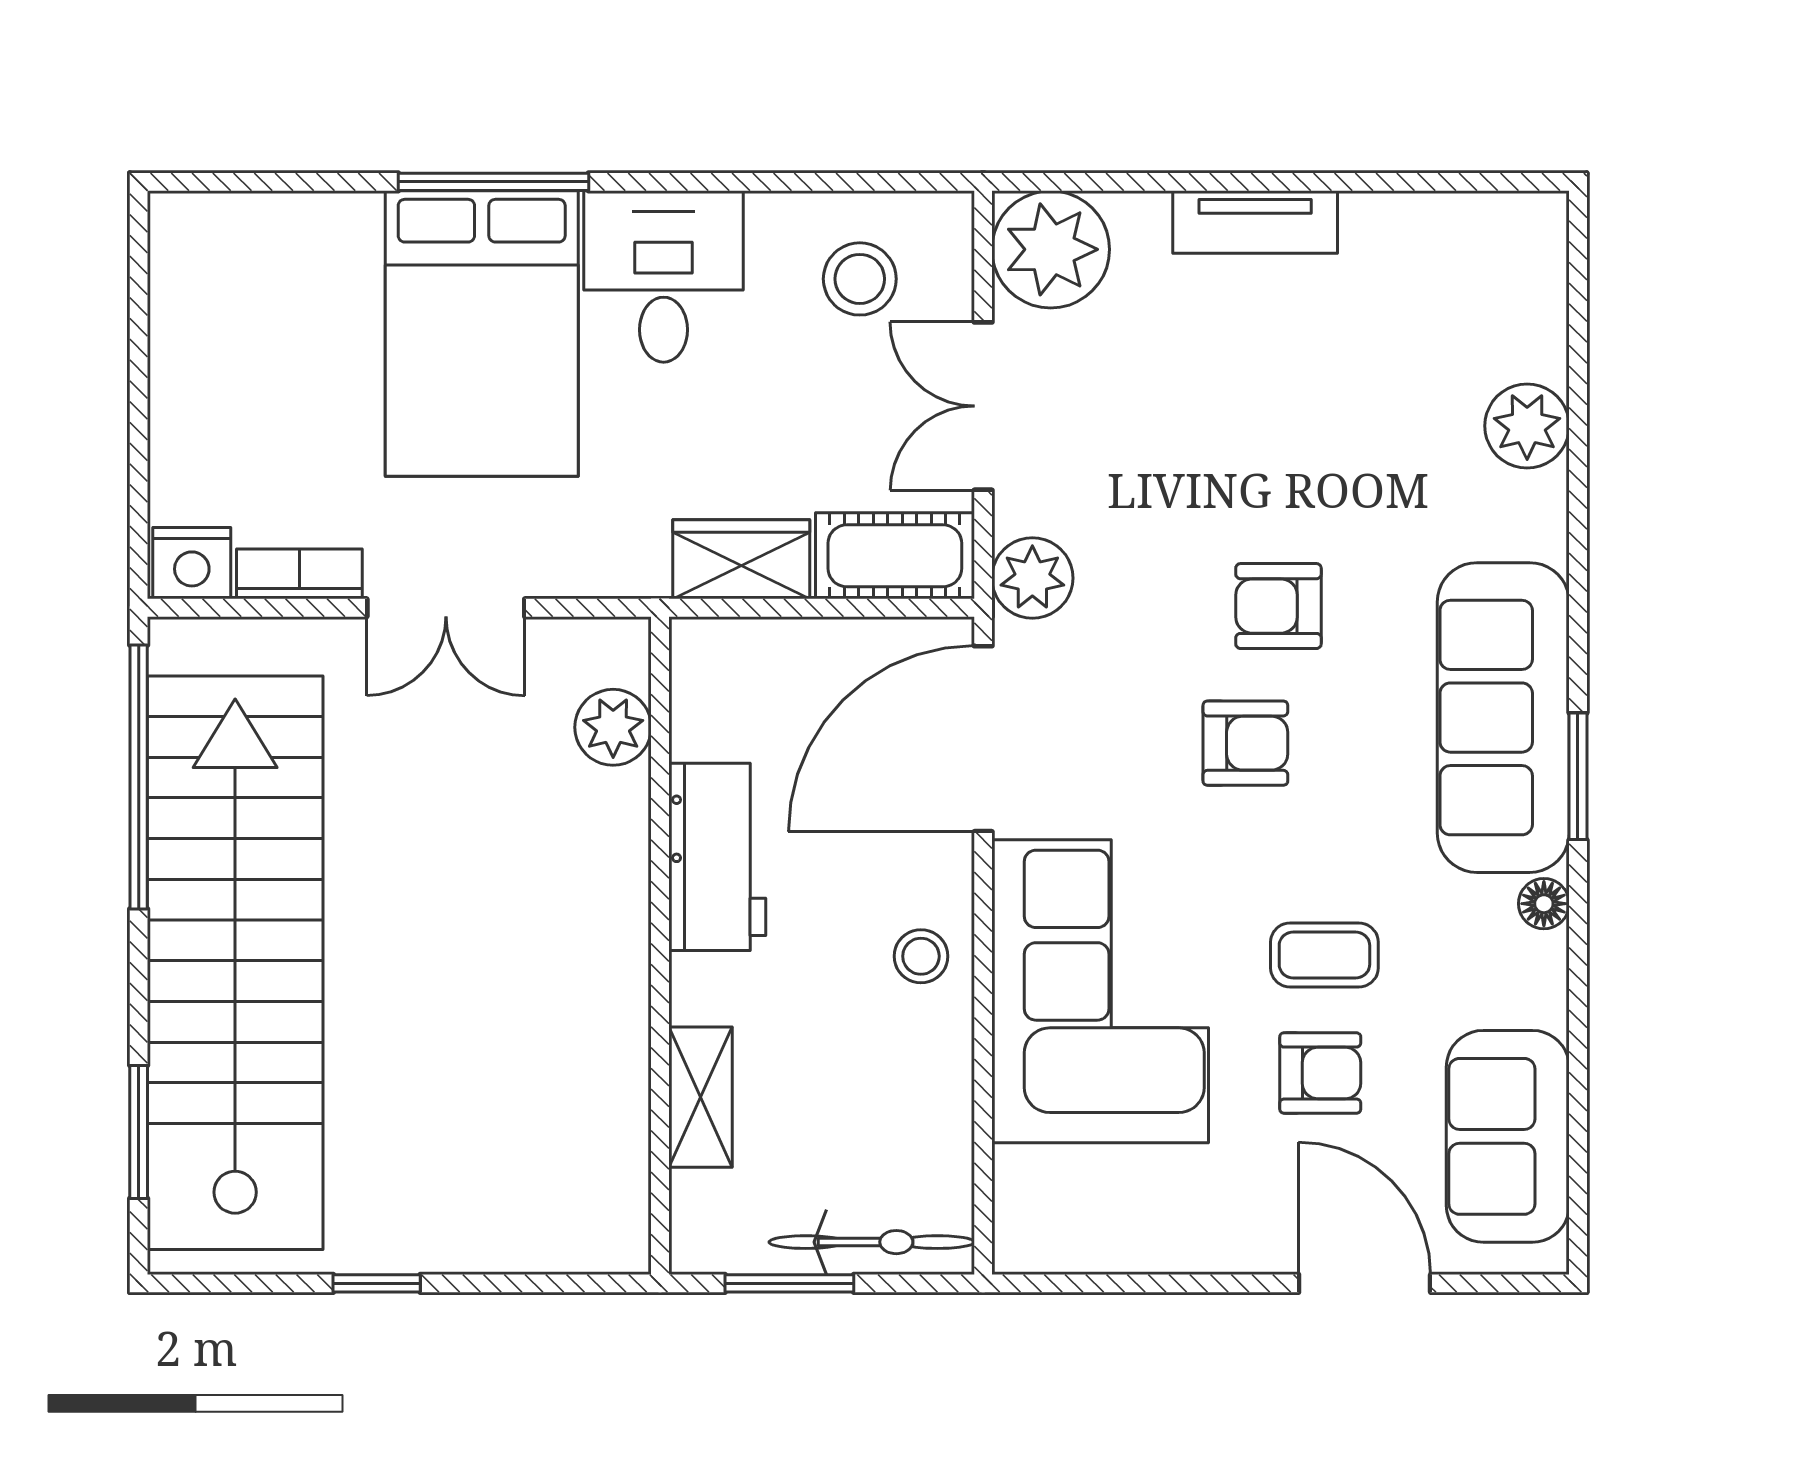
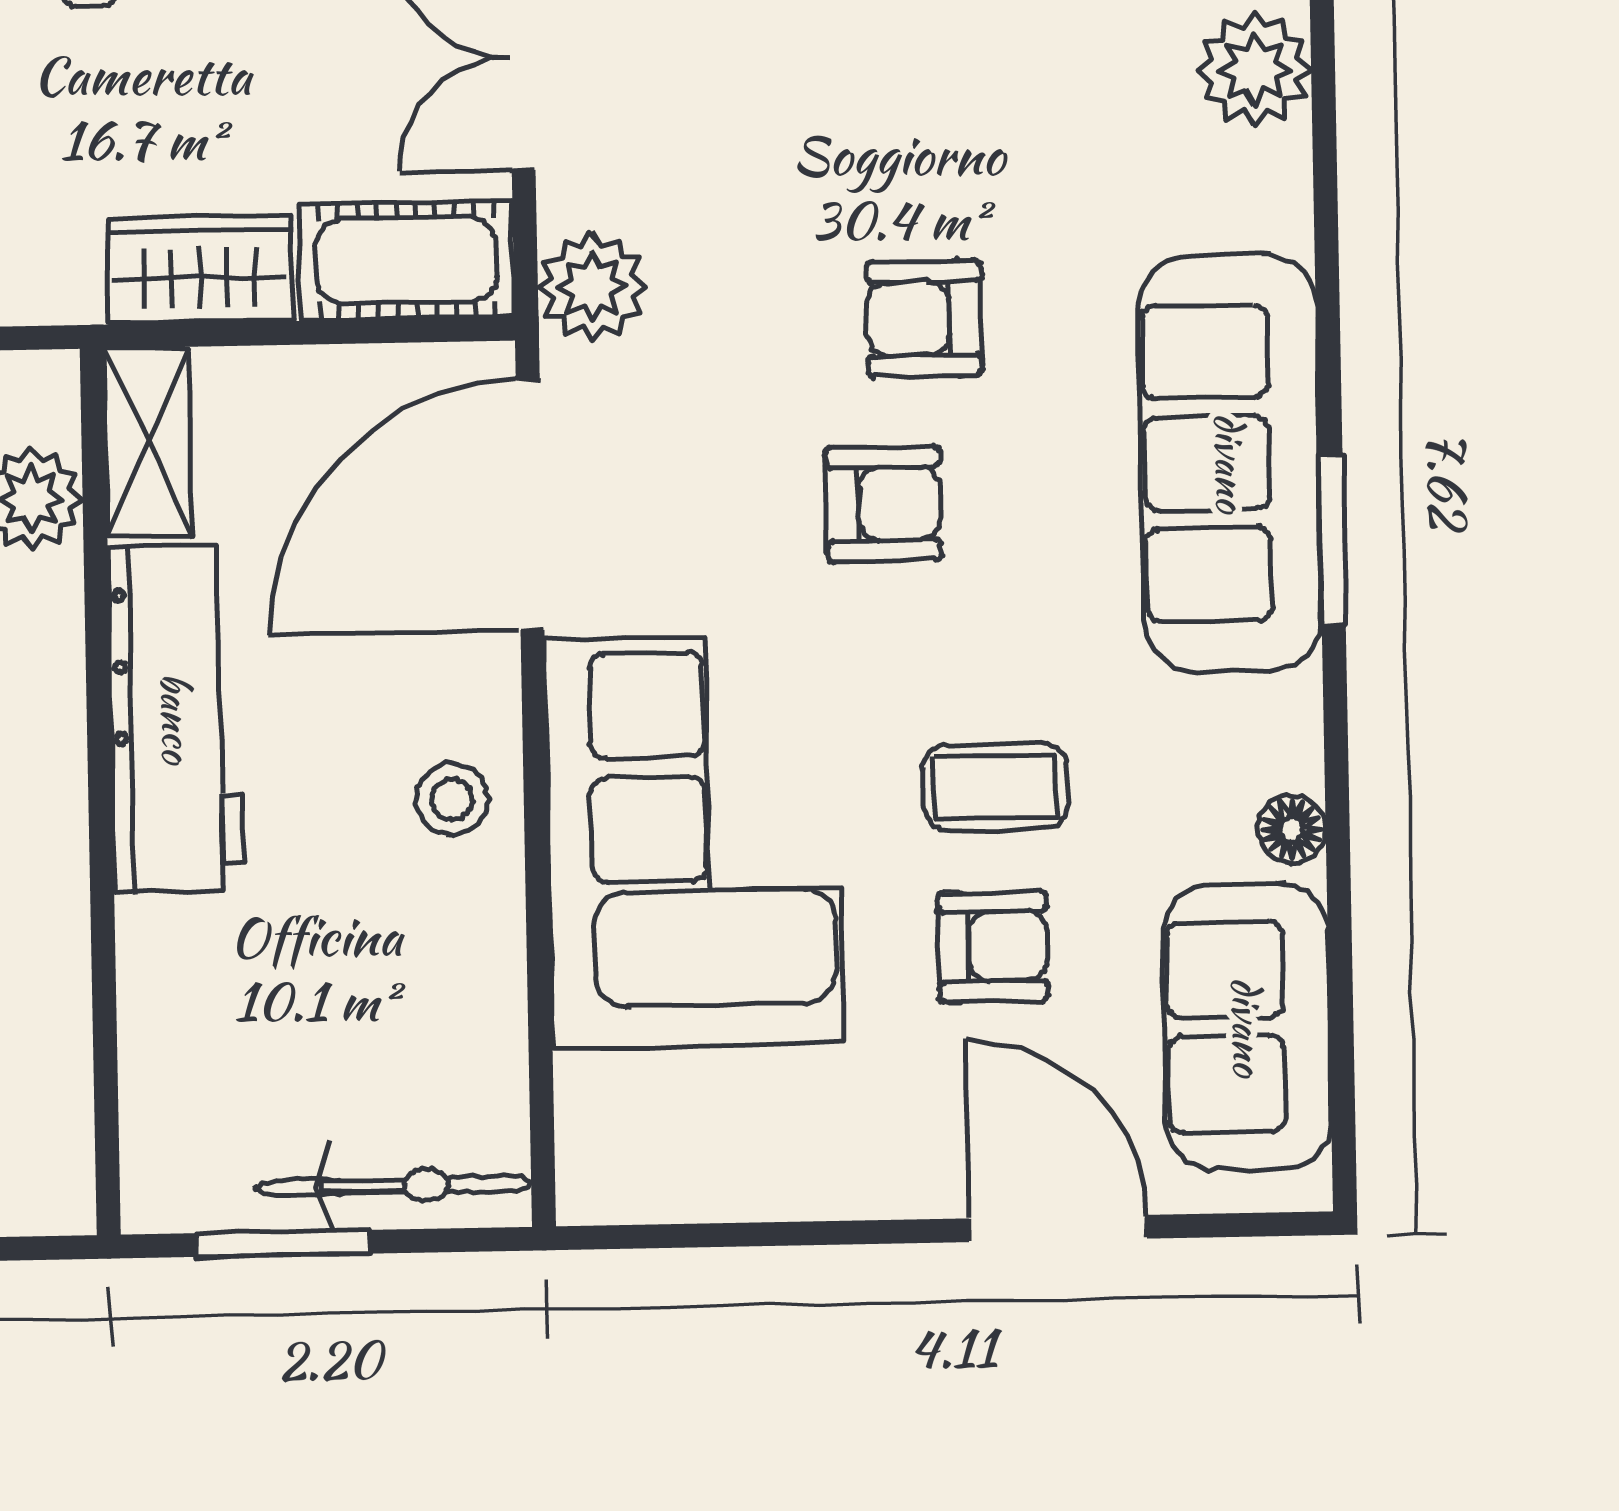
workbench: (717, 857) -> (176, 718), width x1.38
floor lamp: (1544, 904) -> (1292, 829), moved
shelving: (700, 1097) -> (148, 442), moved

